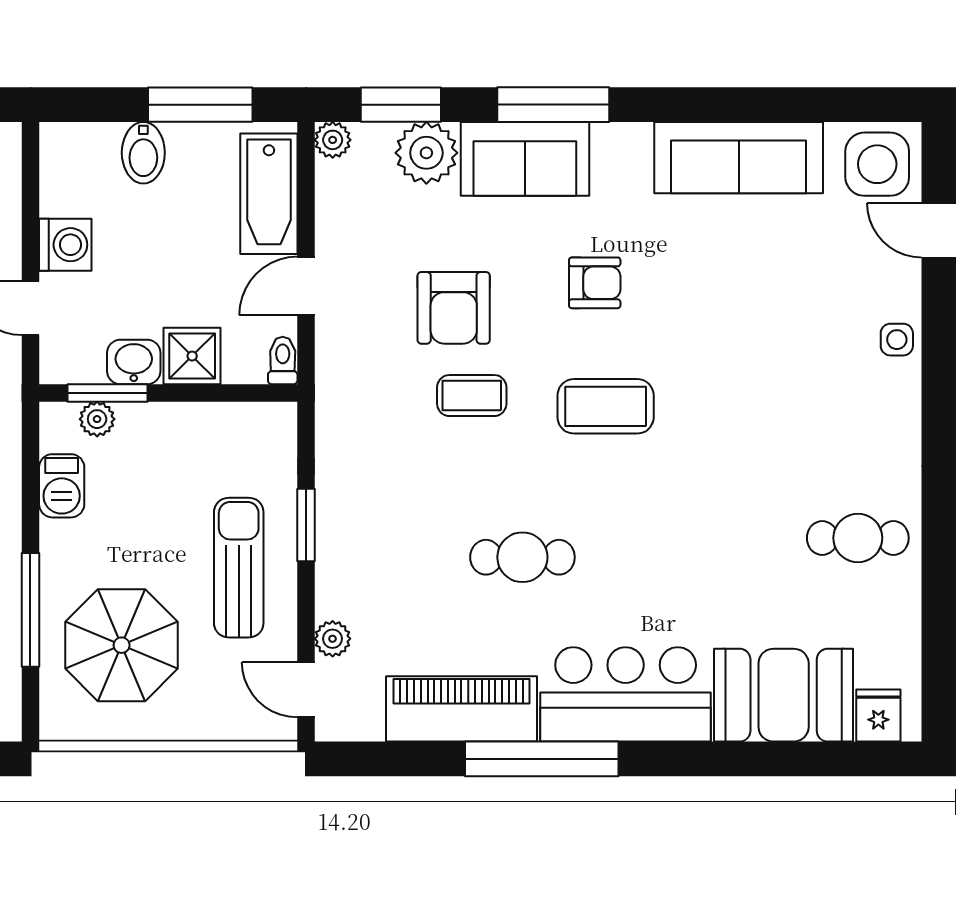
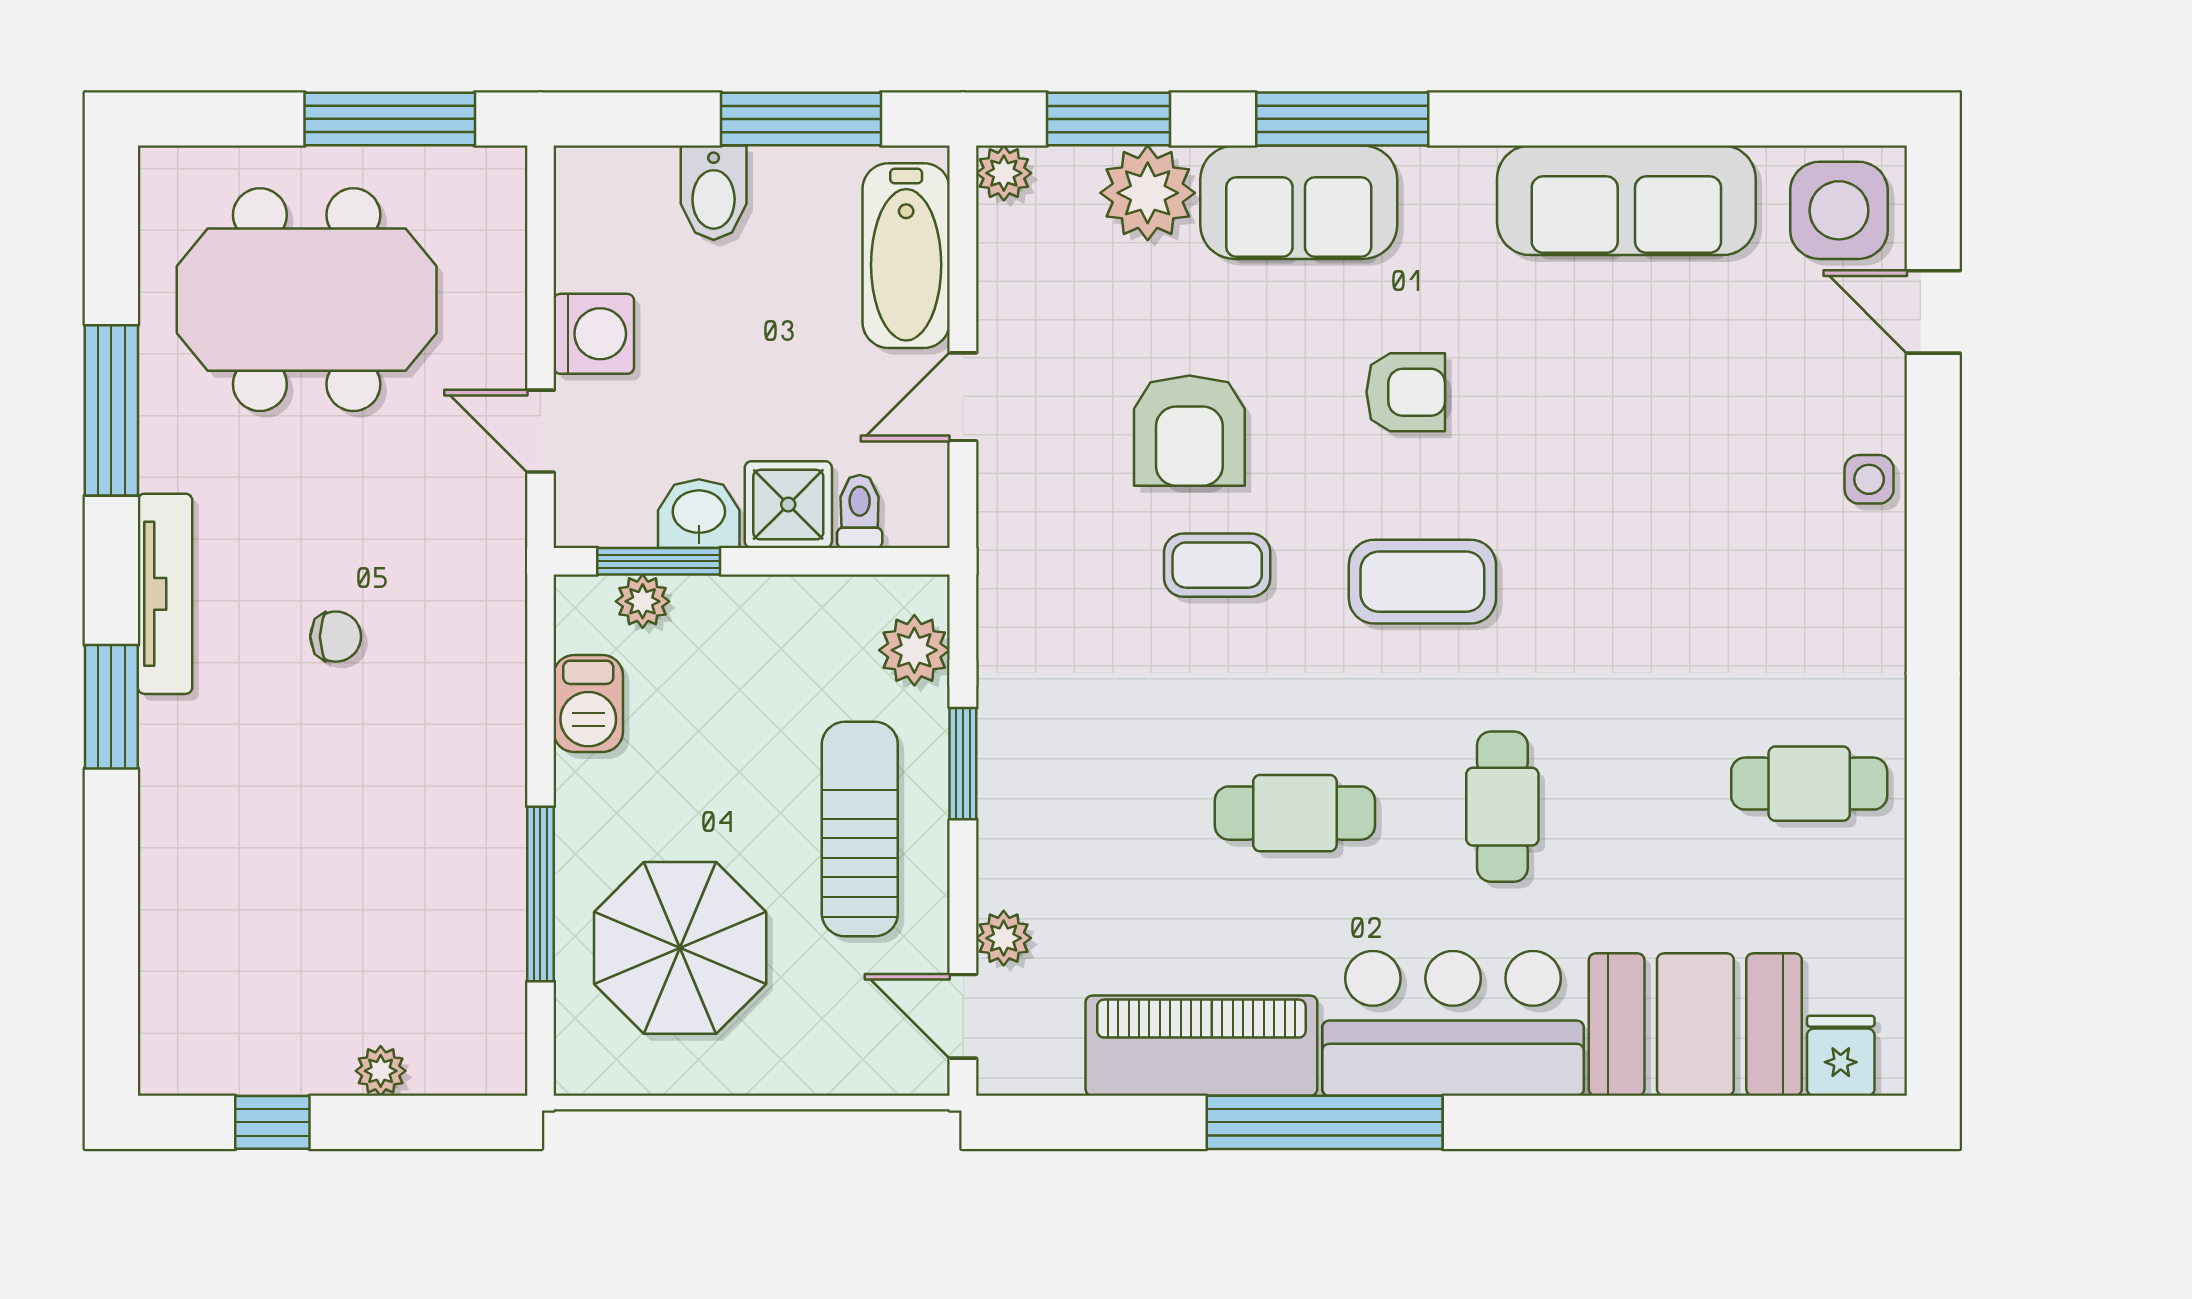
toilet: (283, 361) -> (860, 511), moved
plant: (274, 451) -> (914, 650), added
cafe table: (658, 553) -> (1502, 807), added

